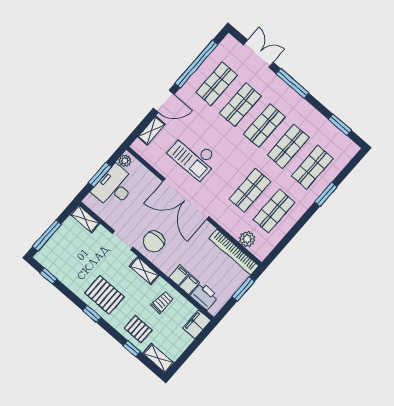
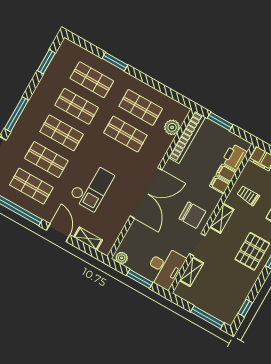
checkout: (193, 156) -> (92, 187), moved
desk: (114, 187) -> (165, 268), moved, turned -90
shelving: (85, 219) -> (191, 272), moved

